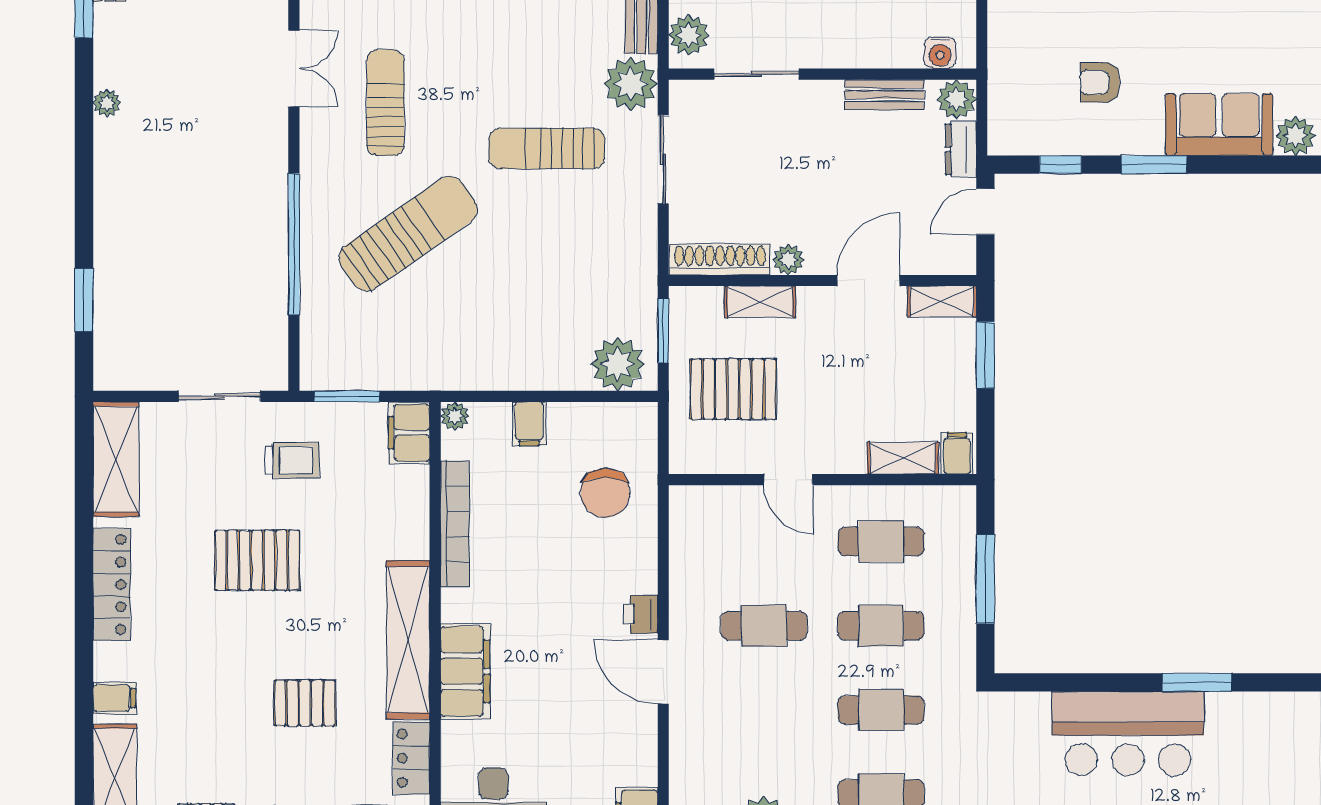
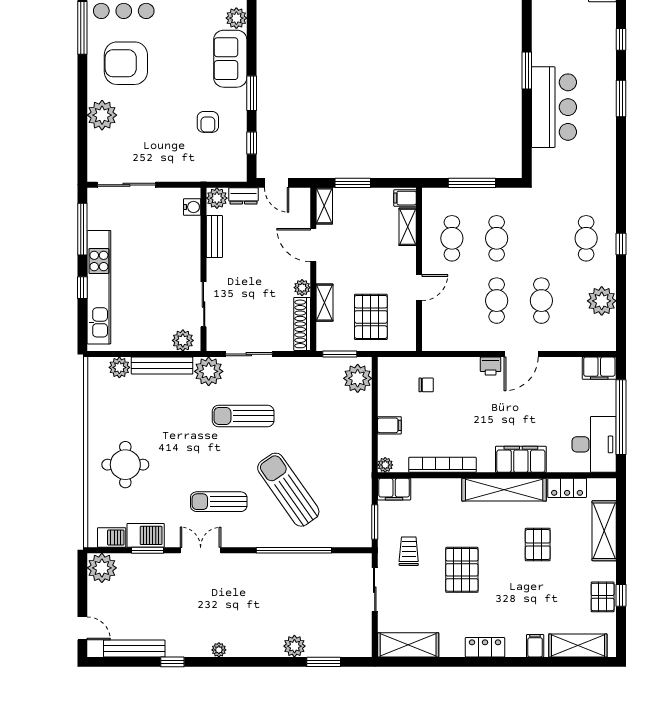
sun lounger: (547, 149) -> (243, 416), turned 90
plant: (114, 245) -> (294, 646), added
chair: (605, 493) -> (426, 385), width x0.54, depth x0.54
locker: (112, 584) -> (485, 647), width x0.66
cafe table: (881, 710) -> (541, 301), moved

